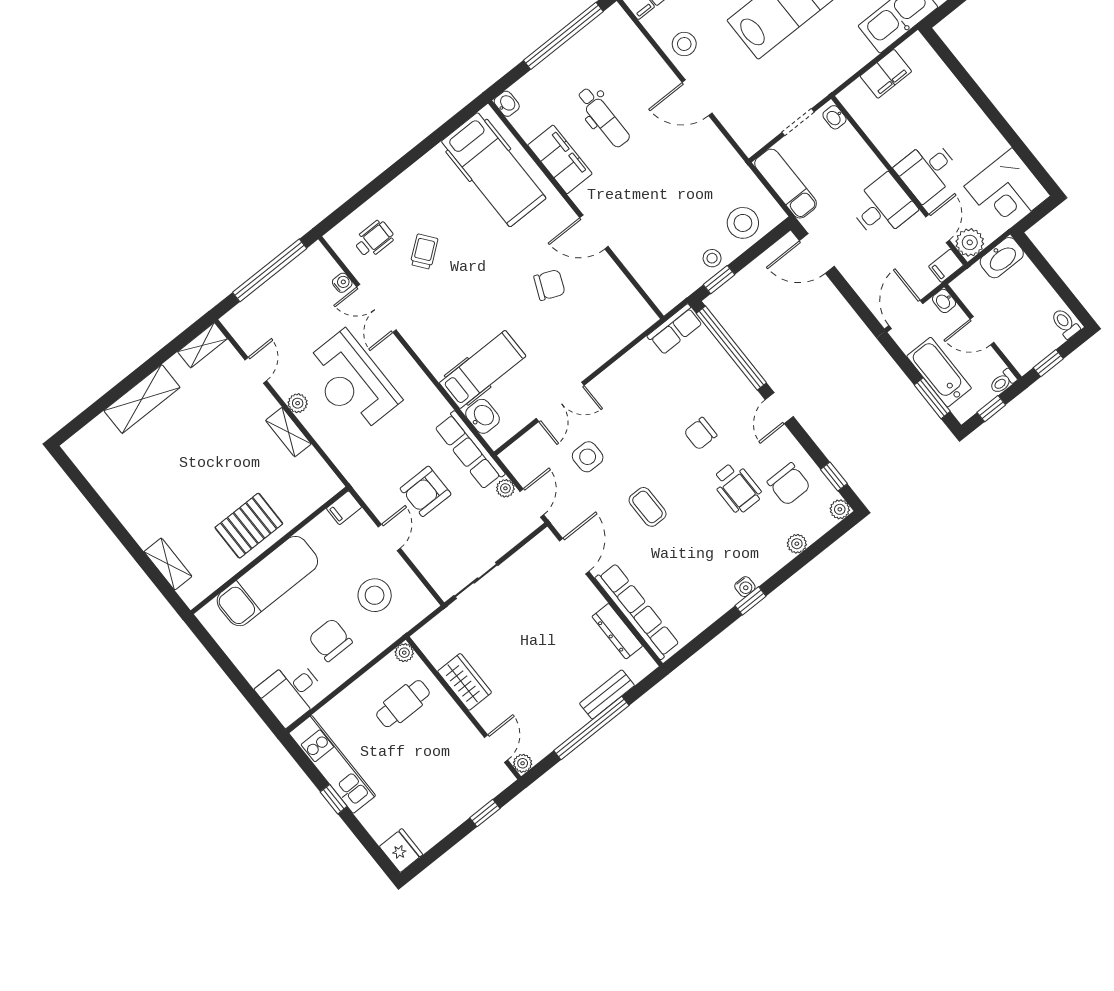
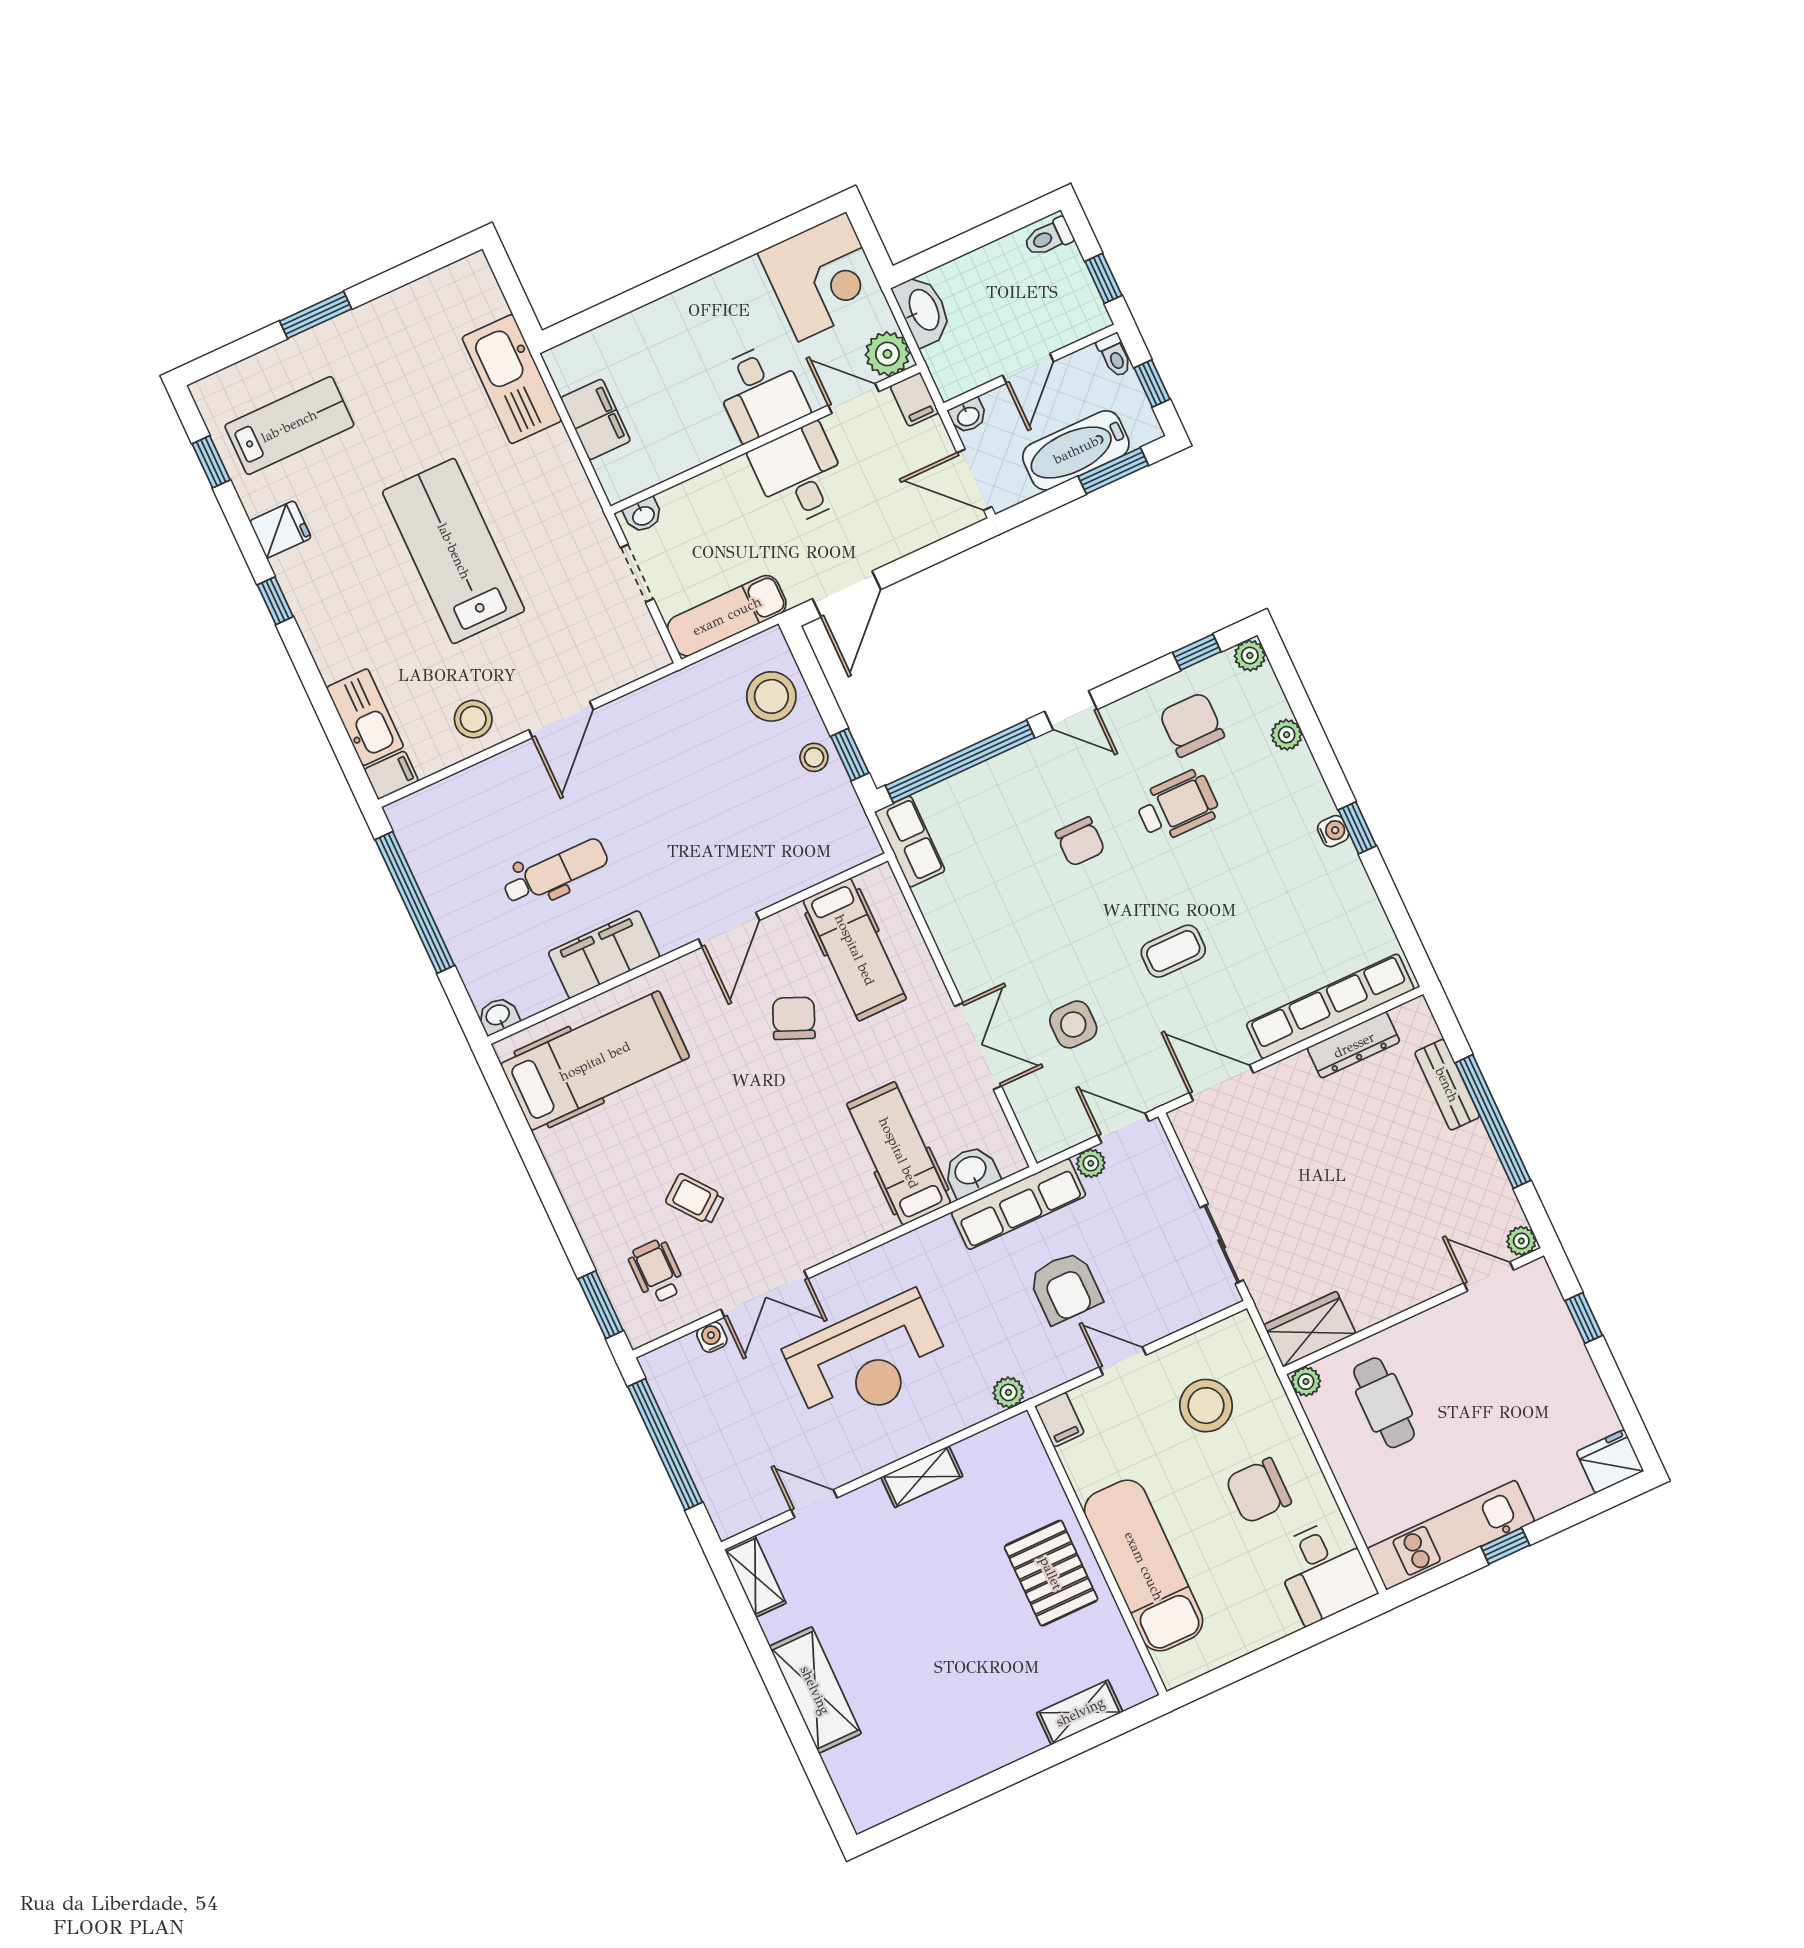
window: (345, 210) -> (601, 1305), added
hospital bed: (601, 312) -> (855, 950), added
plant: (298, 403) -> (1009, 1392), moved
chair: (789, 484) -> (1192, 725), turned -90
wardrobe: (465, 682) -> (1310, 1329), moved

